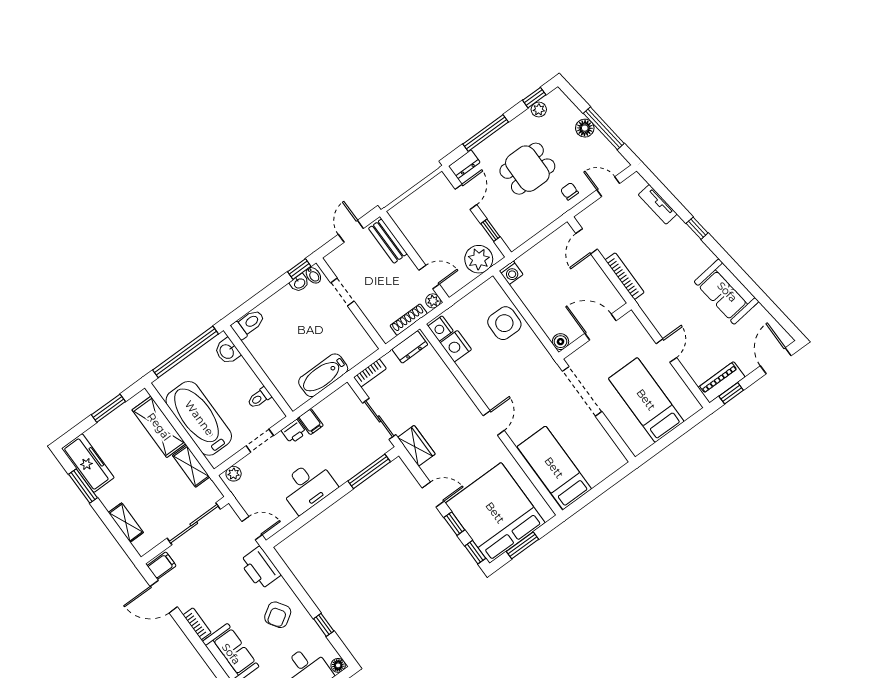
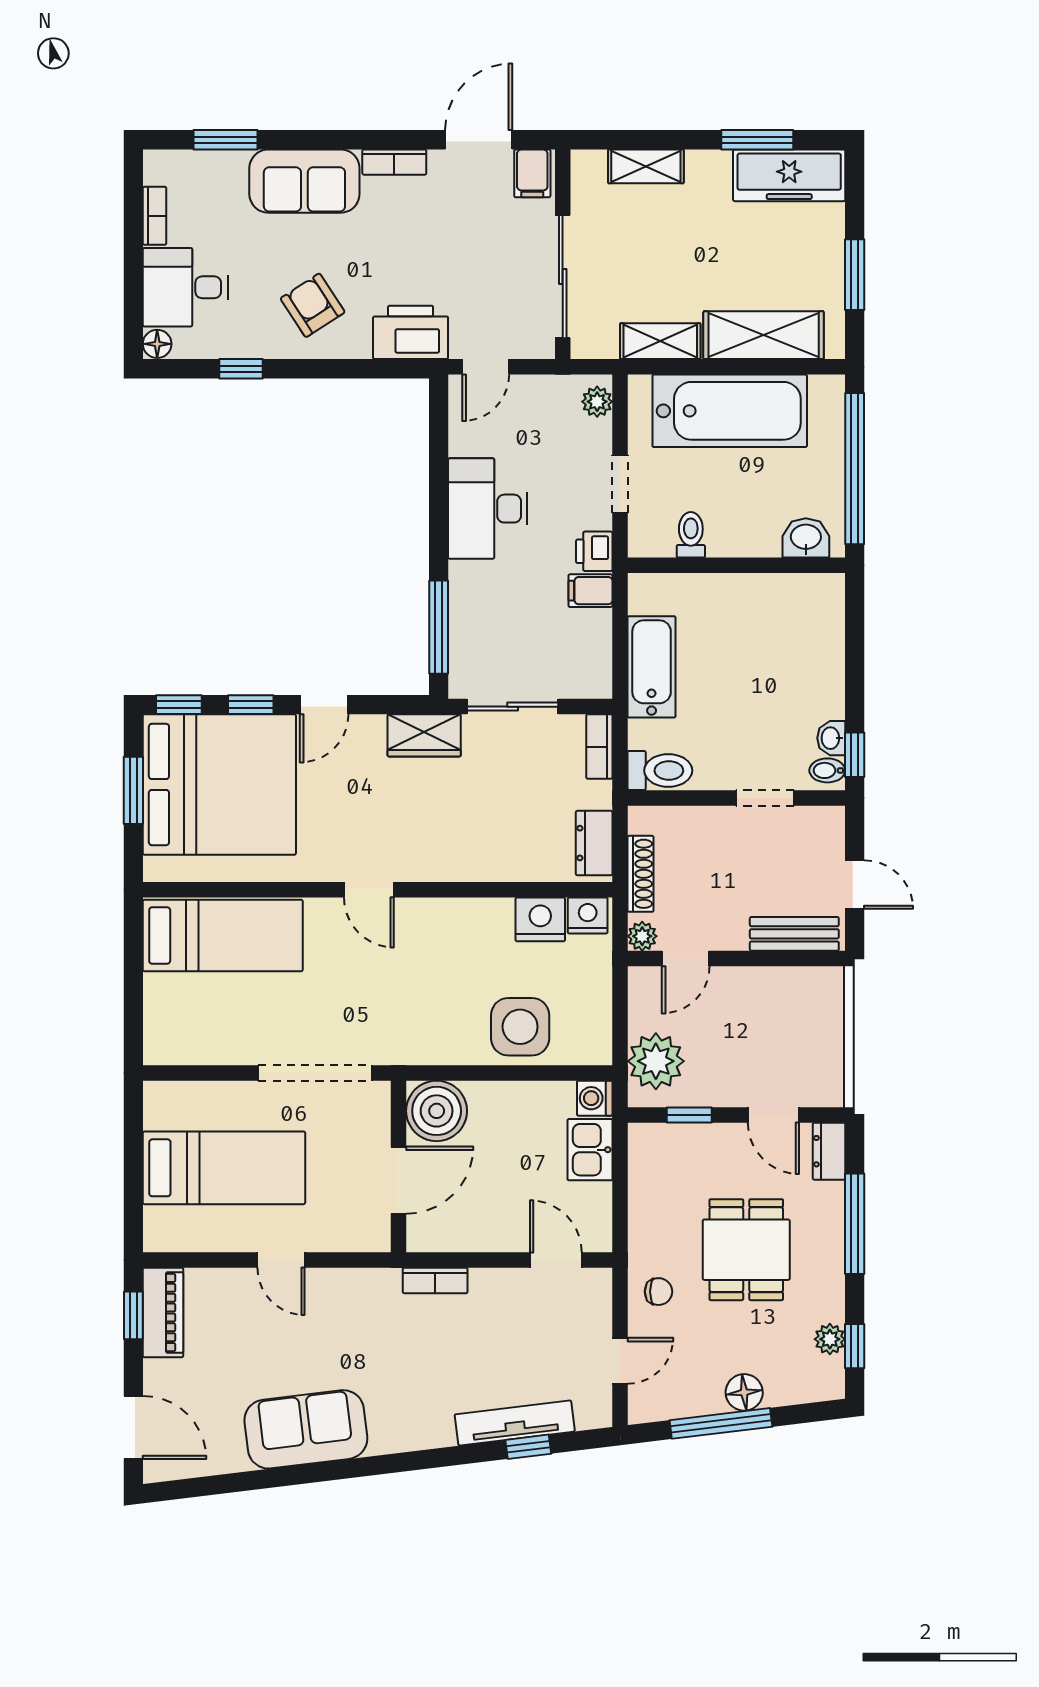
tv unit: (658, 204) -> (515, 1423), width x1.41
window: (697, 228) -> (528, 1447), moved
kitchen sink: (533, 260) -> (590, 1150), added
bookcase: (625, 276) -> (435, 1280), width x0.64
toilet: (248, 324) -> (660, 771), moved, turned -90
boiler: (560, 342) -> (437, 1111), width x1.86, depth x1.86

